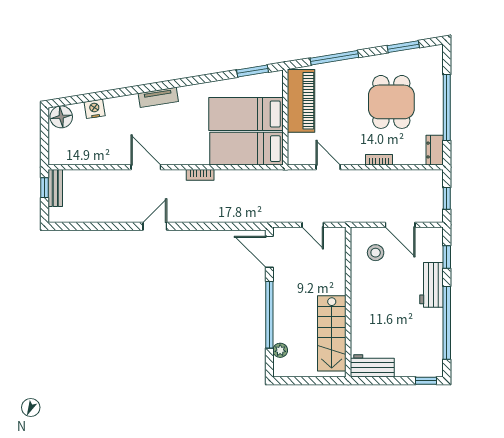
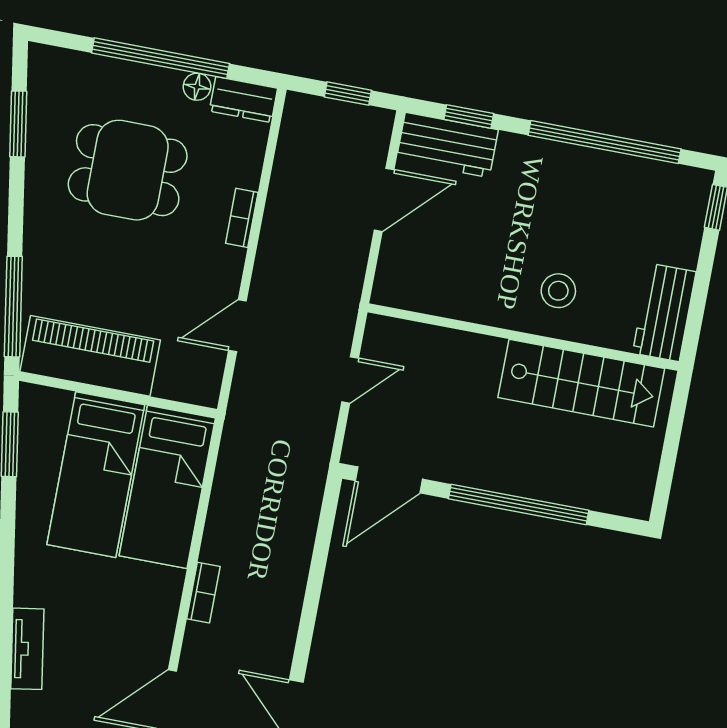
window: (334, 58) -> (13, 307), moved
floor lamp: (437, 127) -> (197, 87), added
stool: (376, 253) -> (558, 291), moved
workbench: (431, 285) -> (447, 145), moved
plant: (280, 350) -> (596, 496), removed

